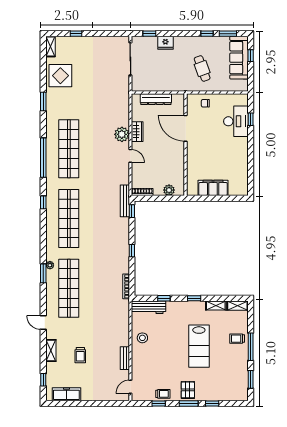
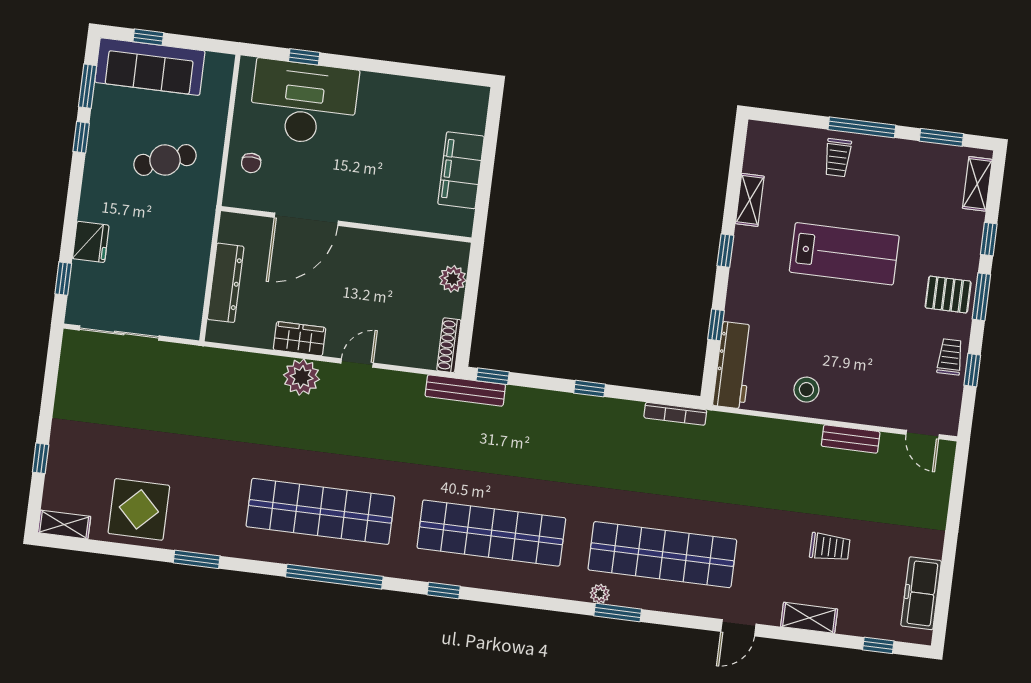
desk: (236, 121) -> (304, 103), width x1.36, depth x1.30
shelving: (237, 306) -> (977, 184), moved

